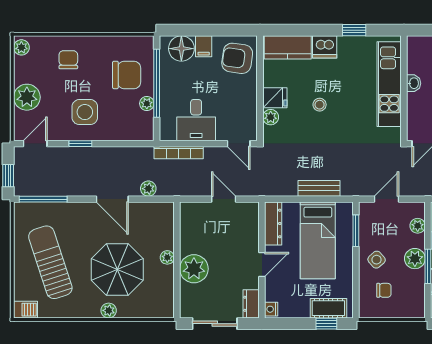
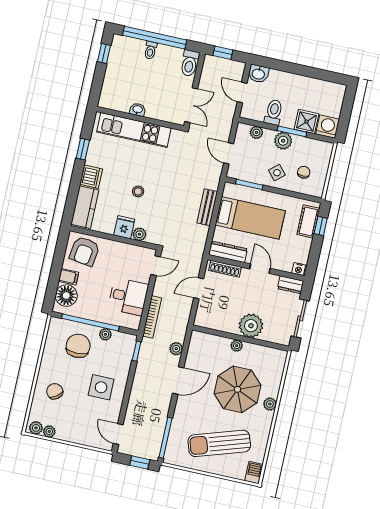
chair: (68, 60) -> (55, 391), turned 54
plant: (27, 97) -> (49, 431), moved, width x0.53, depth x0.53
window: (80, 144) -> (137, 351), moved
shoe rack: (253, 224) -> (225, 269), added

